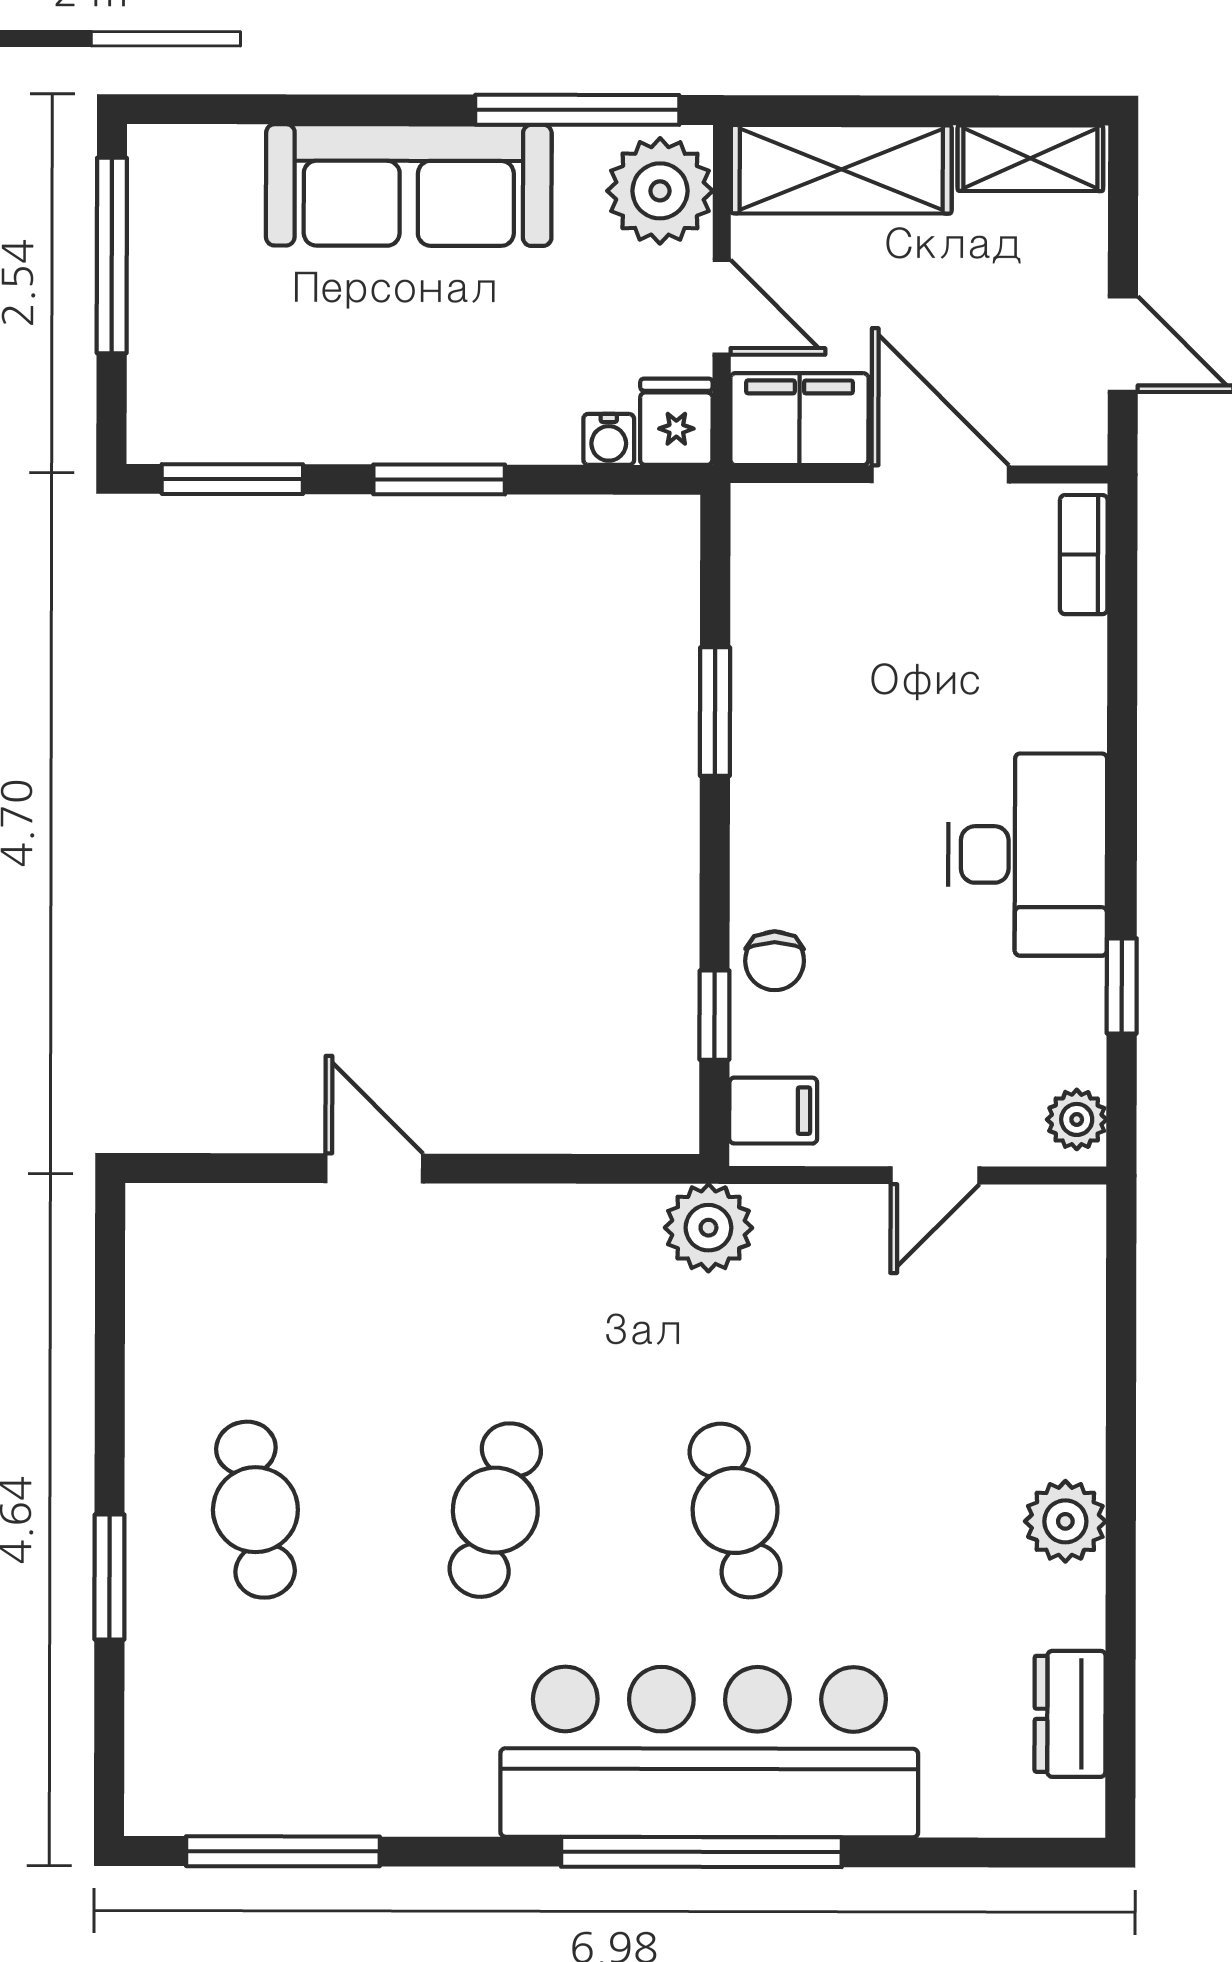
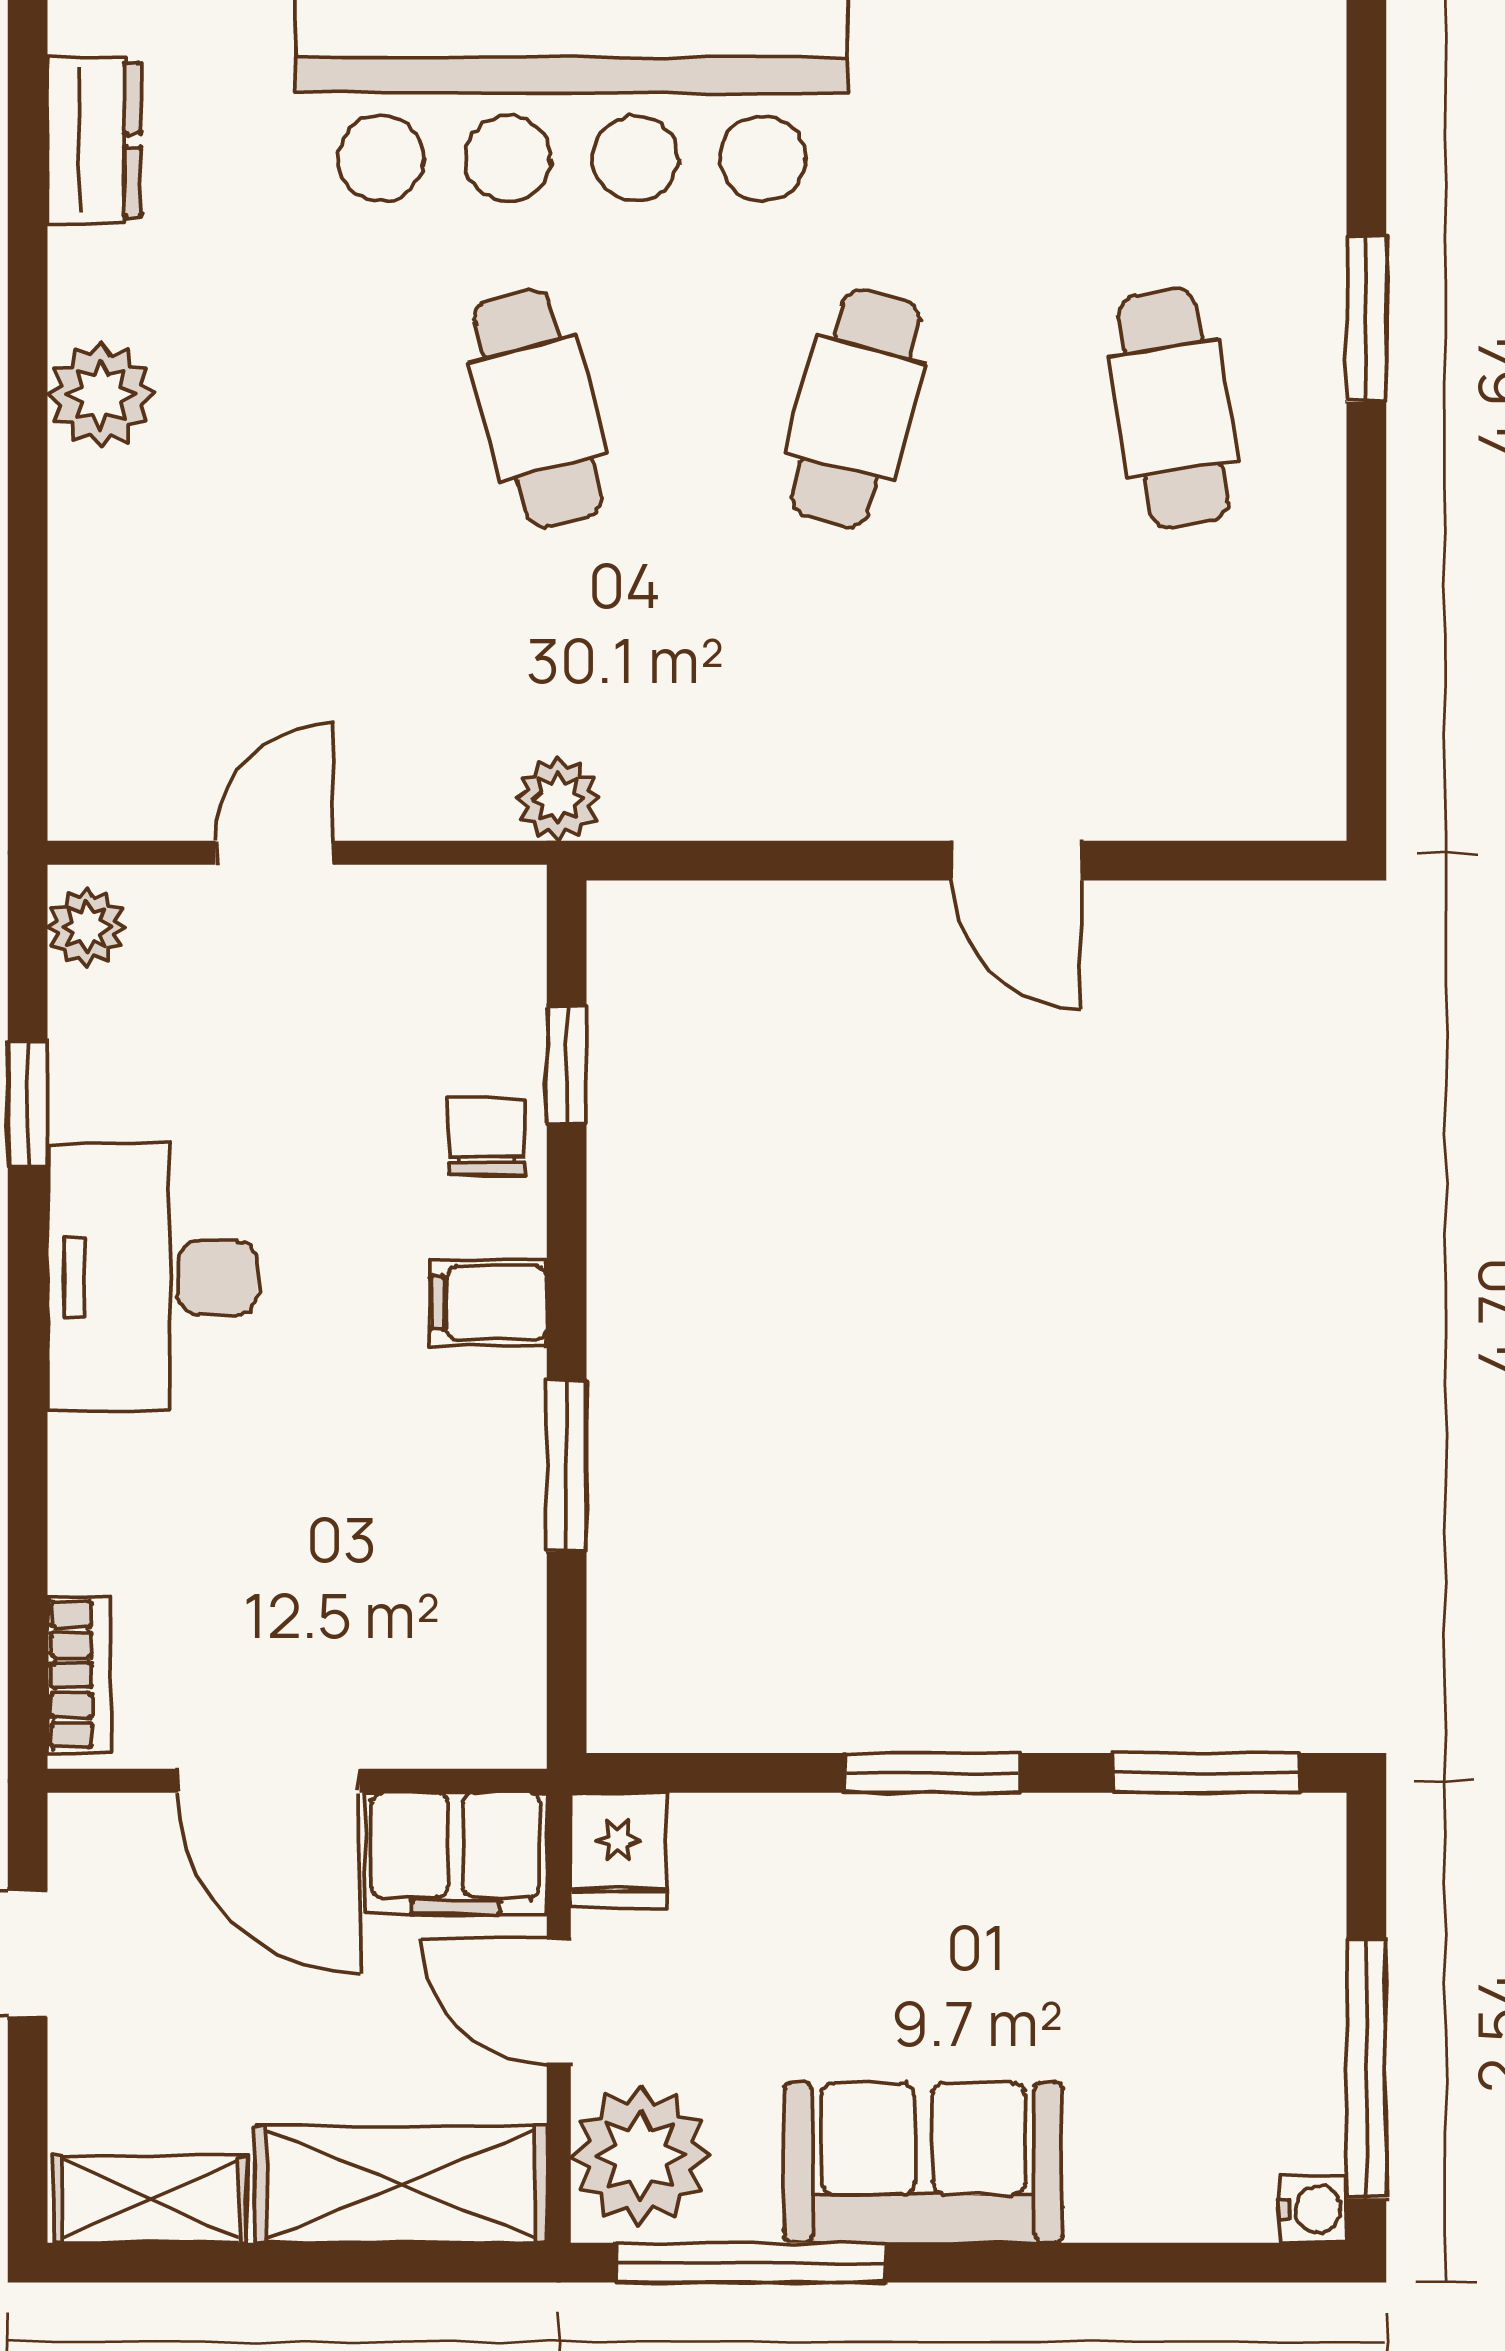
sofa: (409, 185) -> (923, 2163), width x0.73
water cooler: (609, 439) -> (1313, 2209), moved, turned 90
filing cabinet: (773, 1111) -> (489, 1303), moved
plant: (708, 1228) -> (558, 799), width x0.73, depth x0.73

